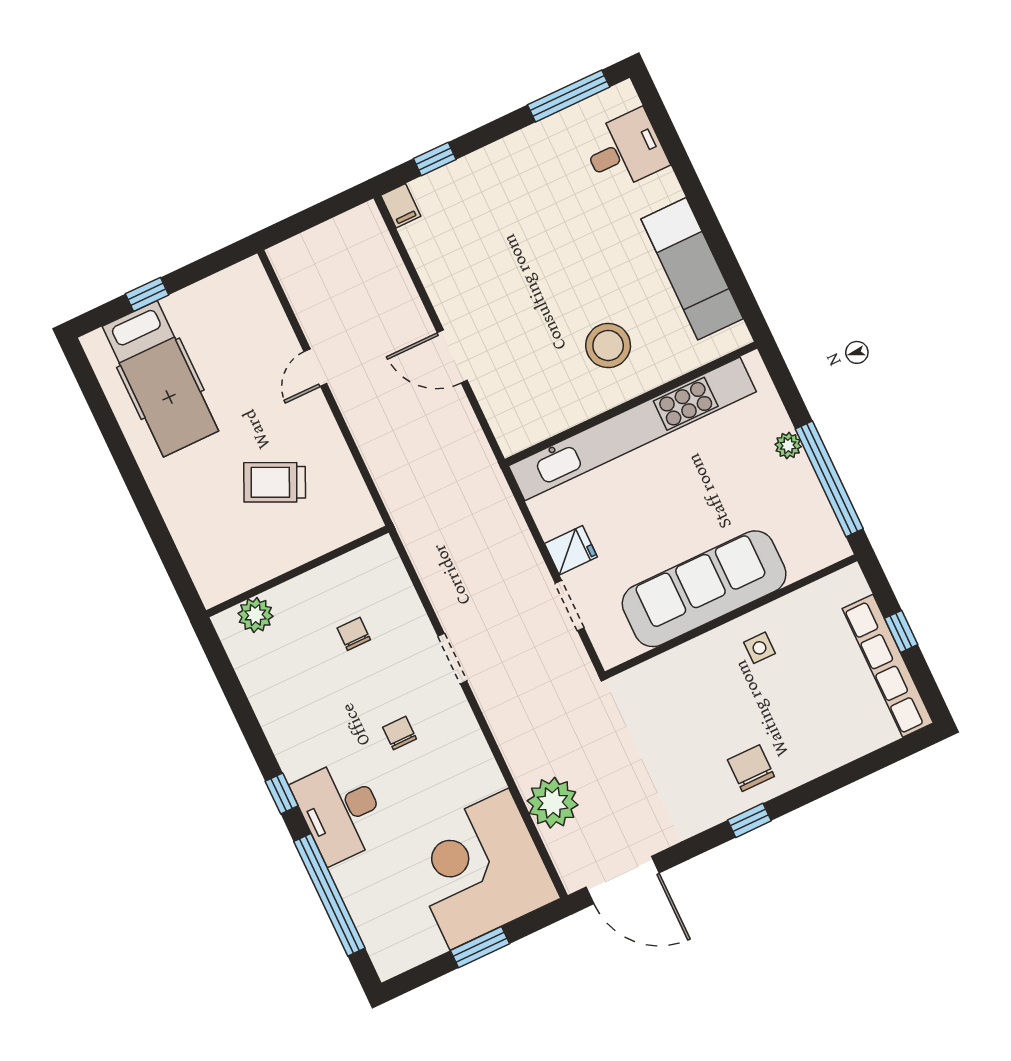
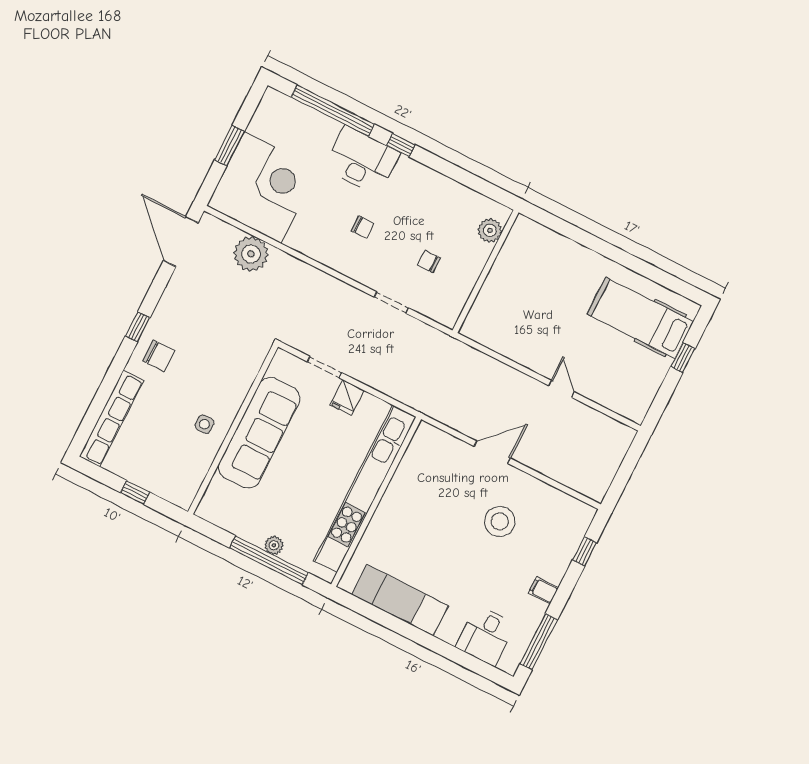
filing cabinet: (401, 206) -> (543, 590), moved
stool: (608, 345) -> (500, 521), moved
window: (829, 479) -> (269, 560), moved
trolley: (275, 482) -> (535, 310), removed
chair: (354, 634) -> (429, 261), turned 180
doorway: (452, 659) -> (391, 303), moved
row of seats: (888, 666) -> (111, 418), moved, turned 90
door: (623, 880) -> (181, 242), hinge flipped

